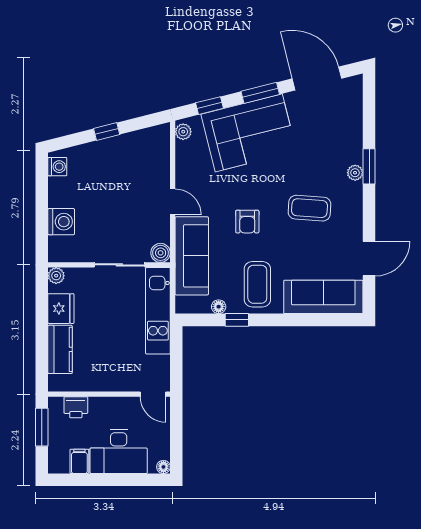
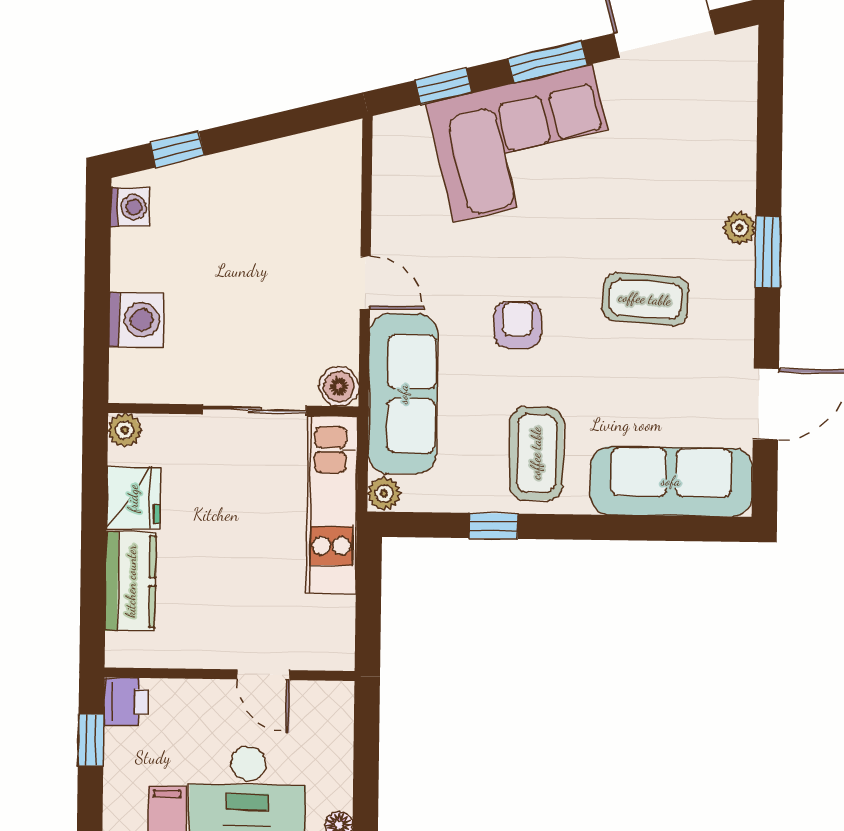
window: (107, 132) -> (177, 149), moved
plant: (183, 132) -> (384, 493), moved
window: (369, 166) -> (768, 252), moved
armchair: (247, 222) -> (518, 325), turned 180
floor lamp: (219, 307) -> (456, 498), removed
door: (153, 394) -> (264, 675), moved
printer: (76, 407) -> (126, 702), moved, turned -90
window: (42, 427) -> (91, 740), width x0.67

